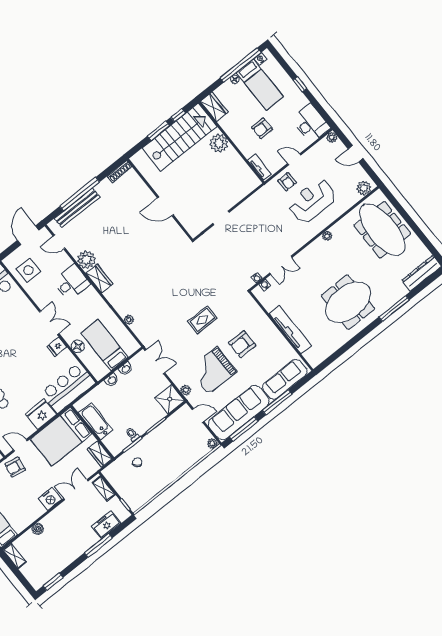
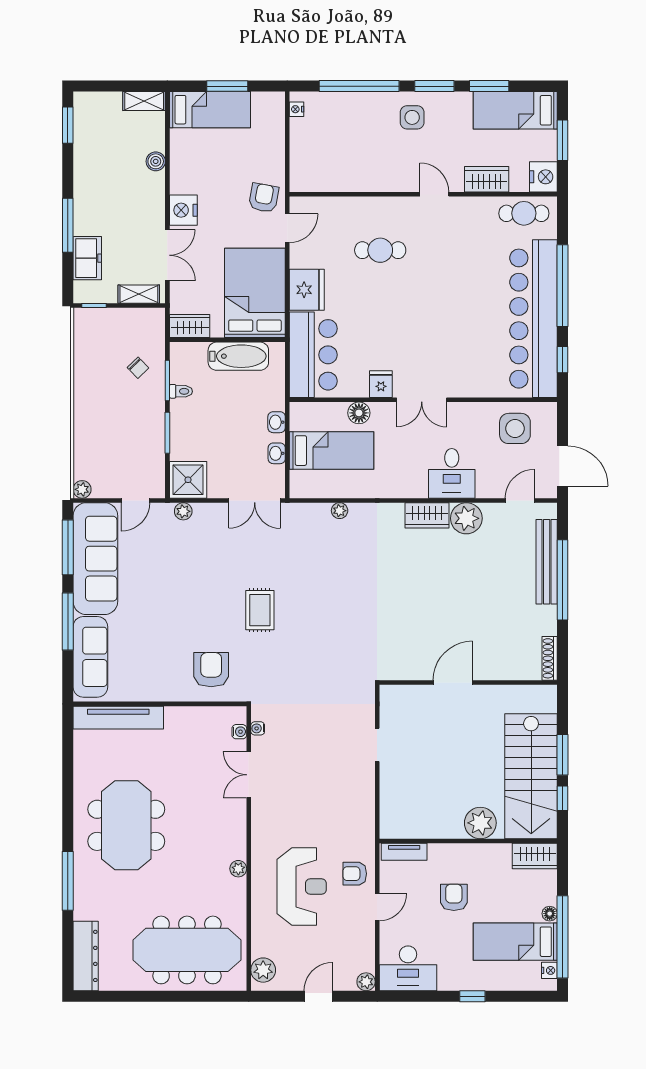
tv unit: (290, 330) -> (118, 718), moved
armchair: (242, 344) -> (211, 670), moved
grand piano: (212, 371) -> (180, 568), removed

